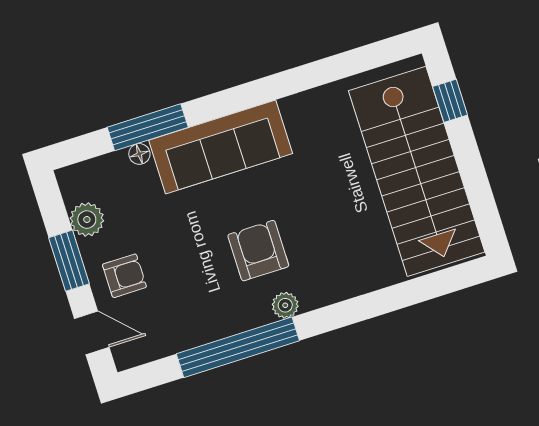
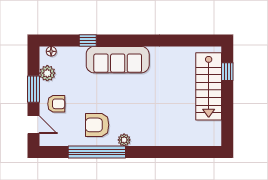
window: (148, 127) -> (88, 40), width x0.46
floor lamp: (139, 154) -> (51, 51), moved
stairs: (417, 171) -> (209, 86), width x0.73, depth x0.66
armchair: (258, 251) -> (97, 125), moved, turned -90

